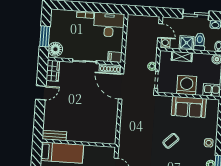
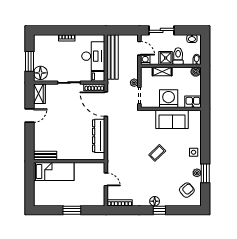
sliding door: (196, 15) -> (162, 30), moved
desk: (109, 25) -> (93, 56), moved, turned 90
bench: (132, 38) -> (113, 57), added
dresser: (111, 119) -> (99, 136), added

